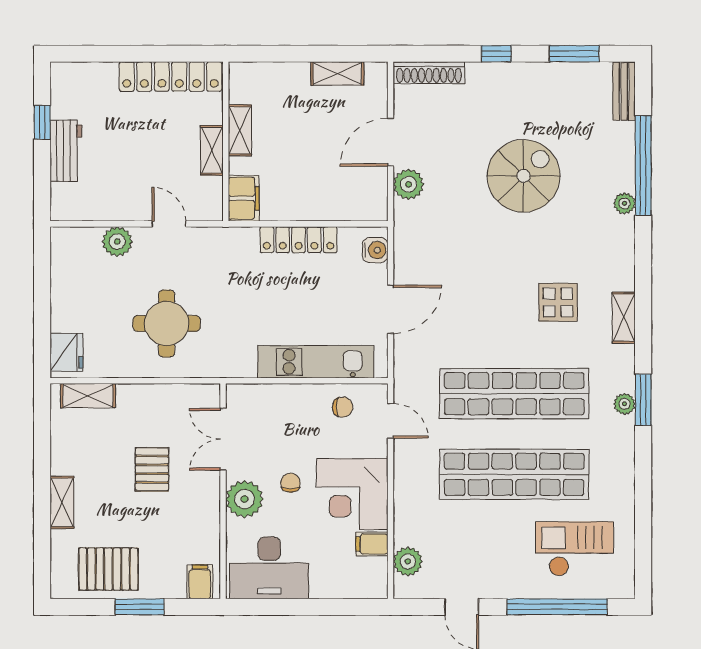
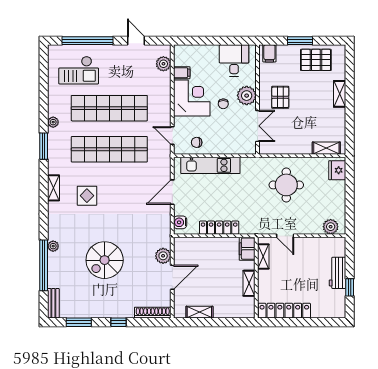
shelving: (212, 150) -> (263, 256), moved
plant: (117, 242) -> (331, 227), moved
plant: (625, 404) -> (53, 122), moved
pallet: (152, 469) -> (280, 97), moved
desk: (269, 568) -> (234, 61), width x0.73

